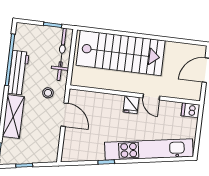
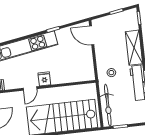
door: (151, 97) -> (30, 89), swing flipped
door: (65, 115) -> (92, 35), moved

